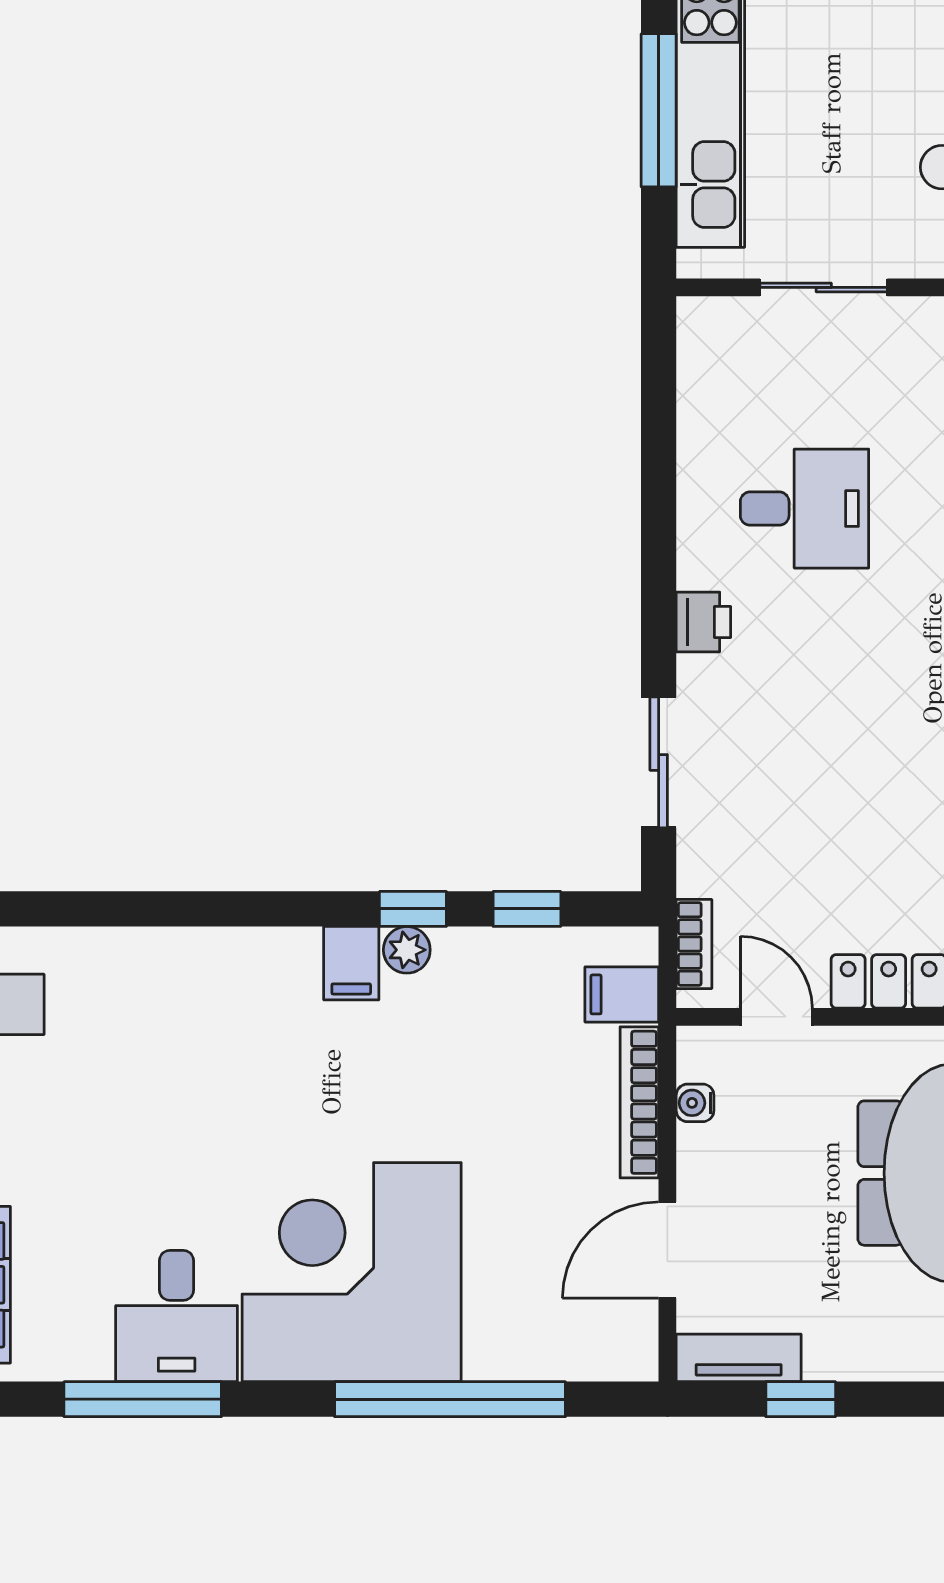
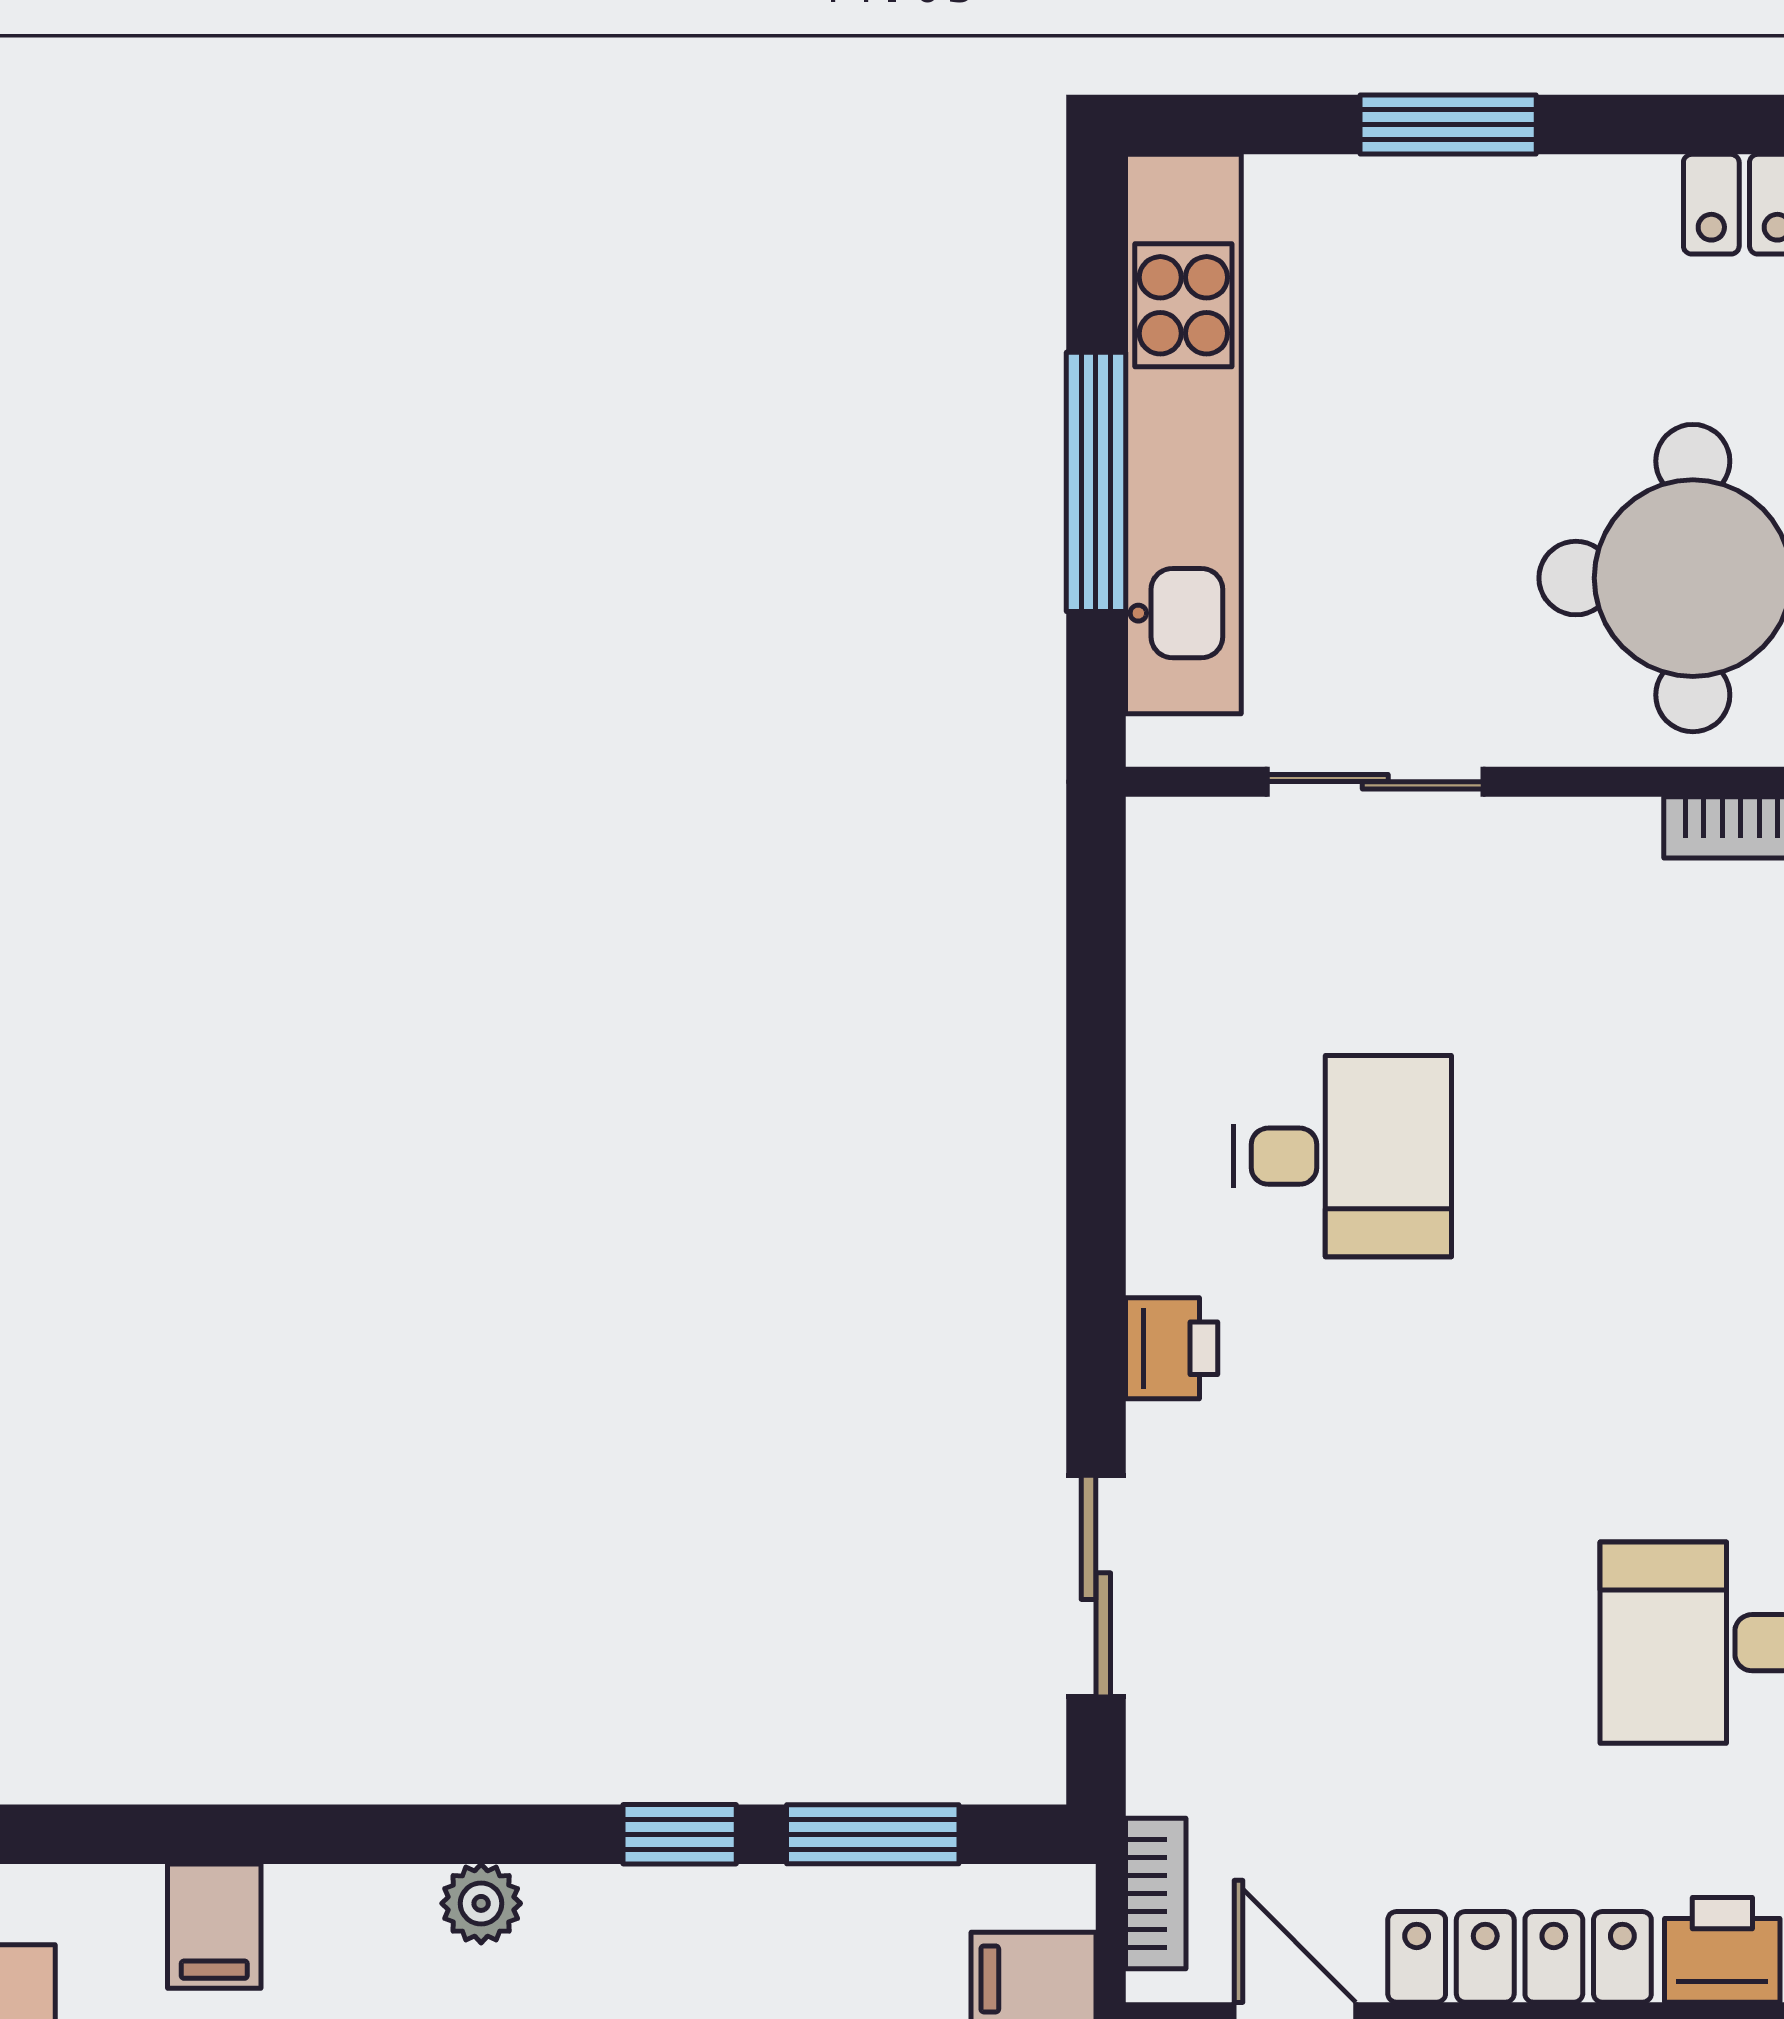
window: (527, 909) -> (873, 1834), width x1.50
plant: (407, 950) -> (481, 1903), moved
filing cabinet: (351, 963) -> (214, 1926), moved

